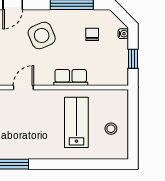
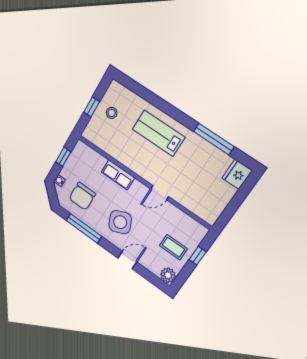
chair: (92, 34) -> (82, 196), width x1.87, depth x1.87
lab bench: (76, 122) -> (158, 133), moved, turned 90
window: (133, 122) -> (92, 107), added

